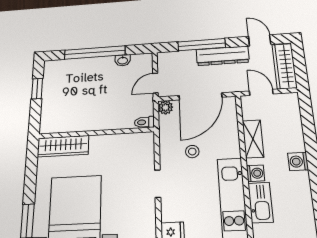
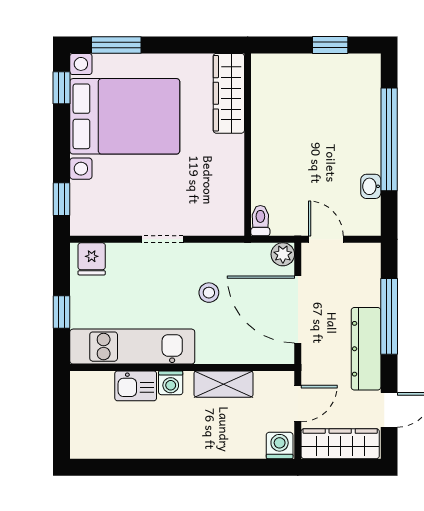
washing machine: (298, 161) -> (280, 445), moved
kitchen sink: (261, 202) -> (136, 386), width x0.73

